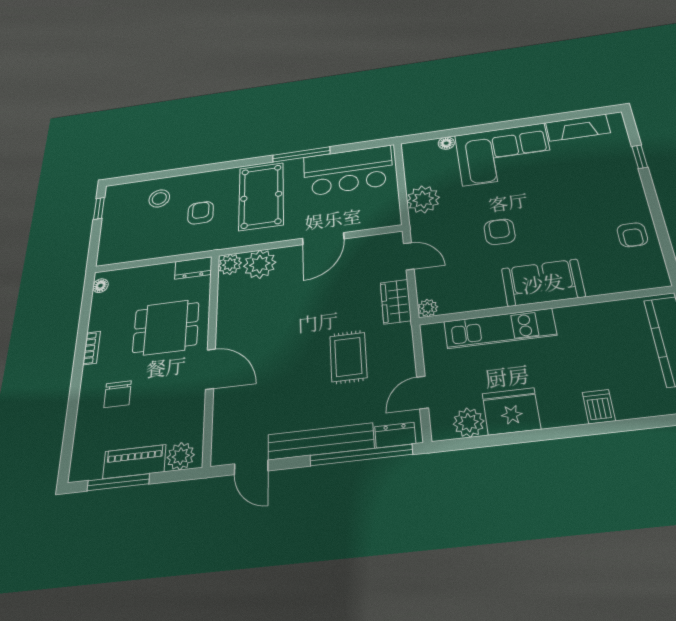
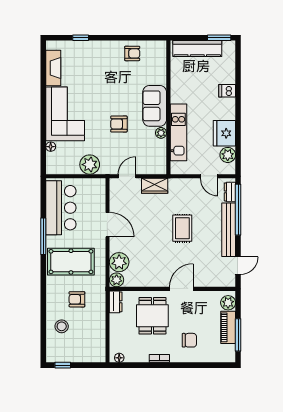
plant: (428, 308) -> (161, 133), moved
rug: (348, 357) -> (182, 228), moved, turned 90

